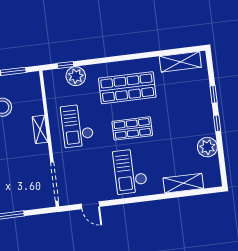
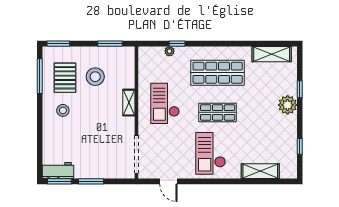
window: (65, 65) -> (177, 44), moved
plant: (76, 76) -> (169, 51), width x0.53, depth x0.53
window: (217, 123) -> (300, 146), moved
plant: (207, 147) -> (288, 105), moved

